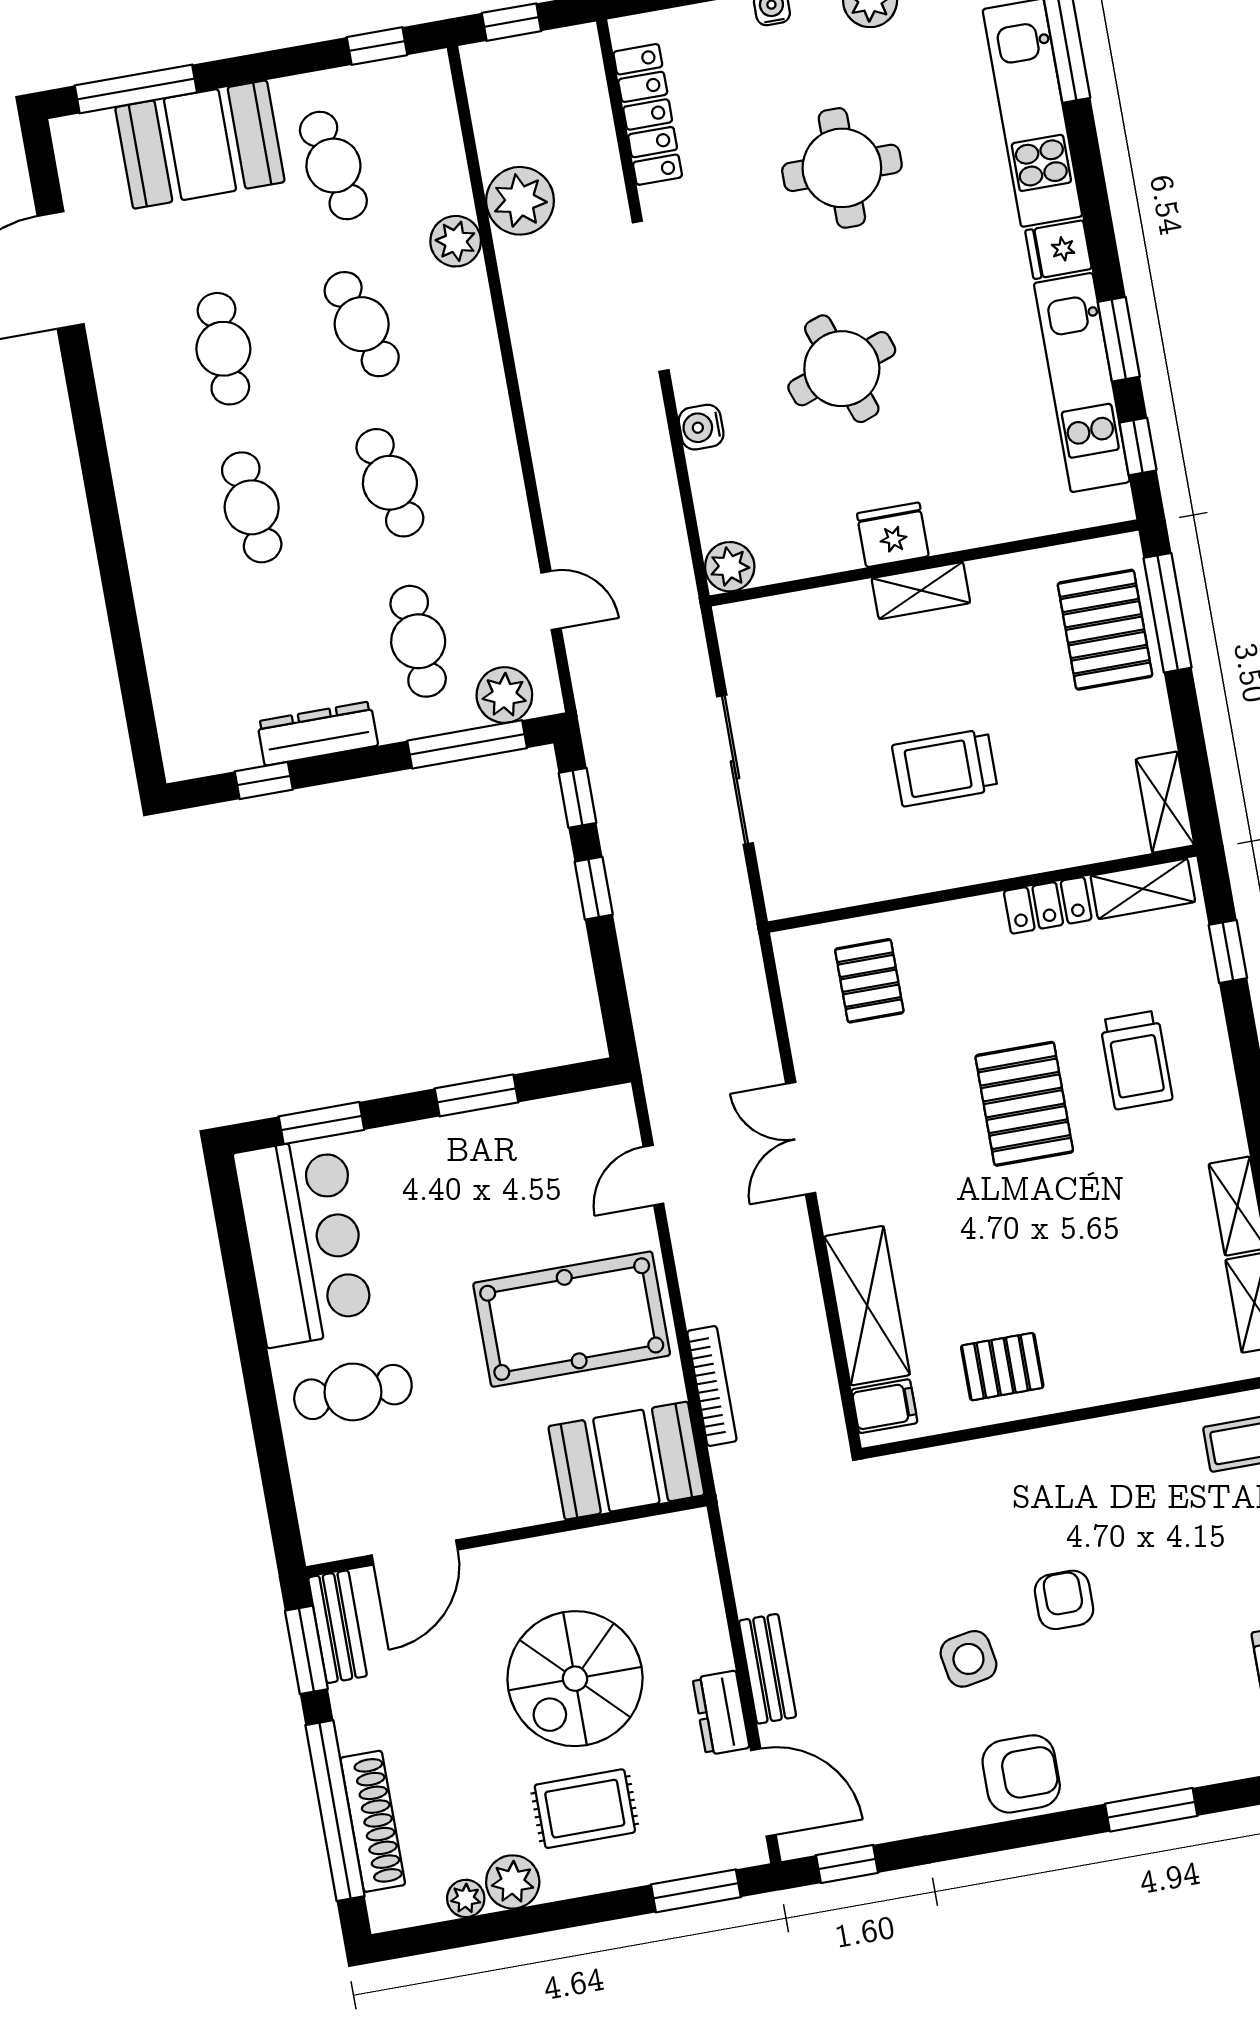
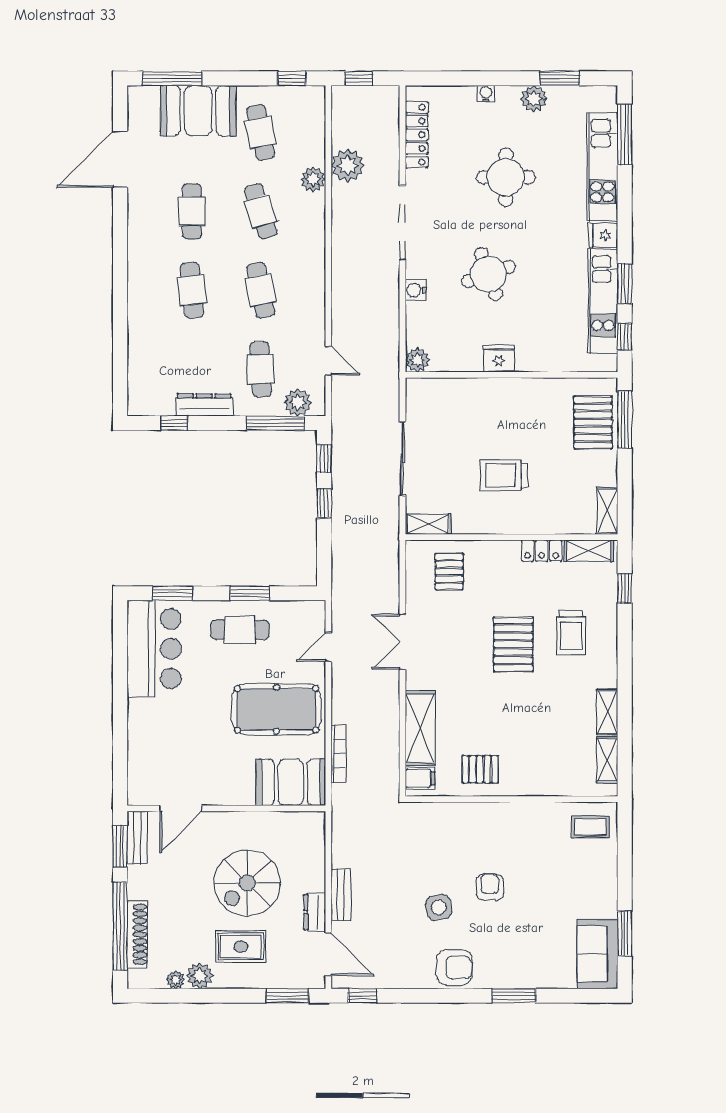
shelving: (921, 591) -> (428, 524), moved
cafe table: (353, 1392) -> (240, 630), moved

